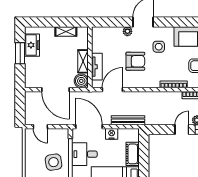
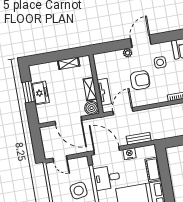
freezer: (32, 45) -> (40, 93), moved
bench: (128, 120) -> (139, 139), width x0.73

